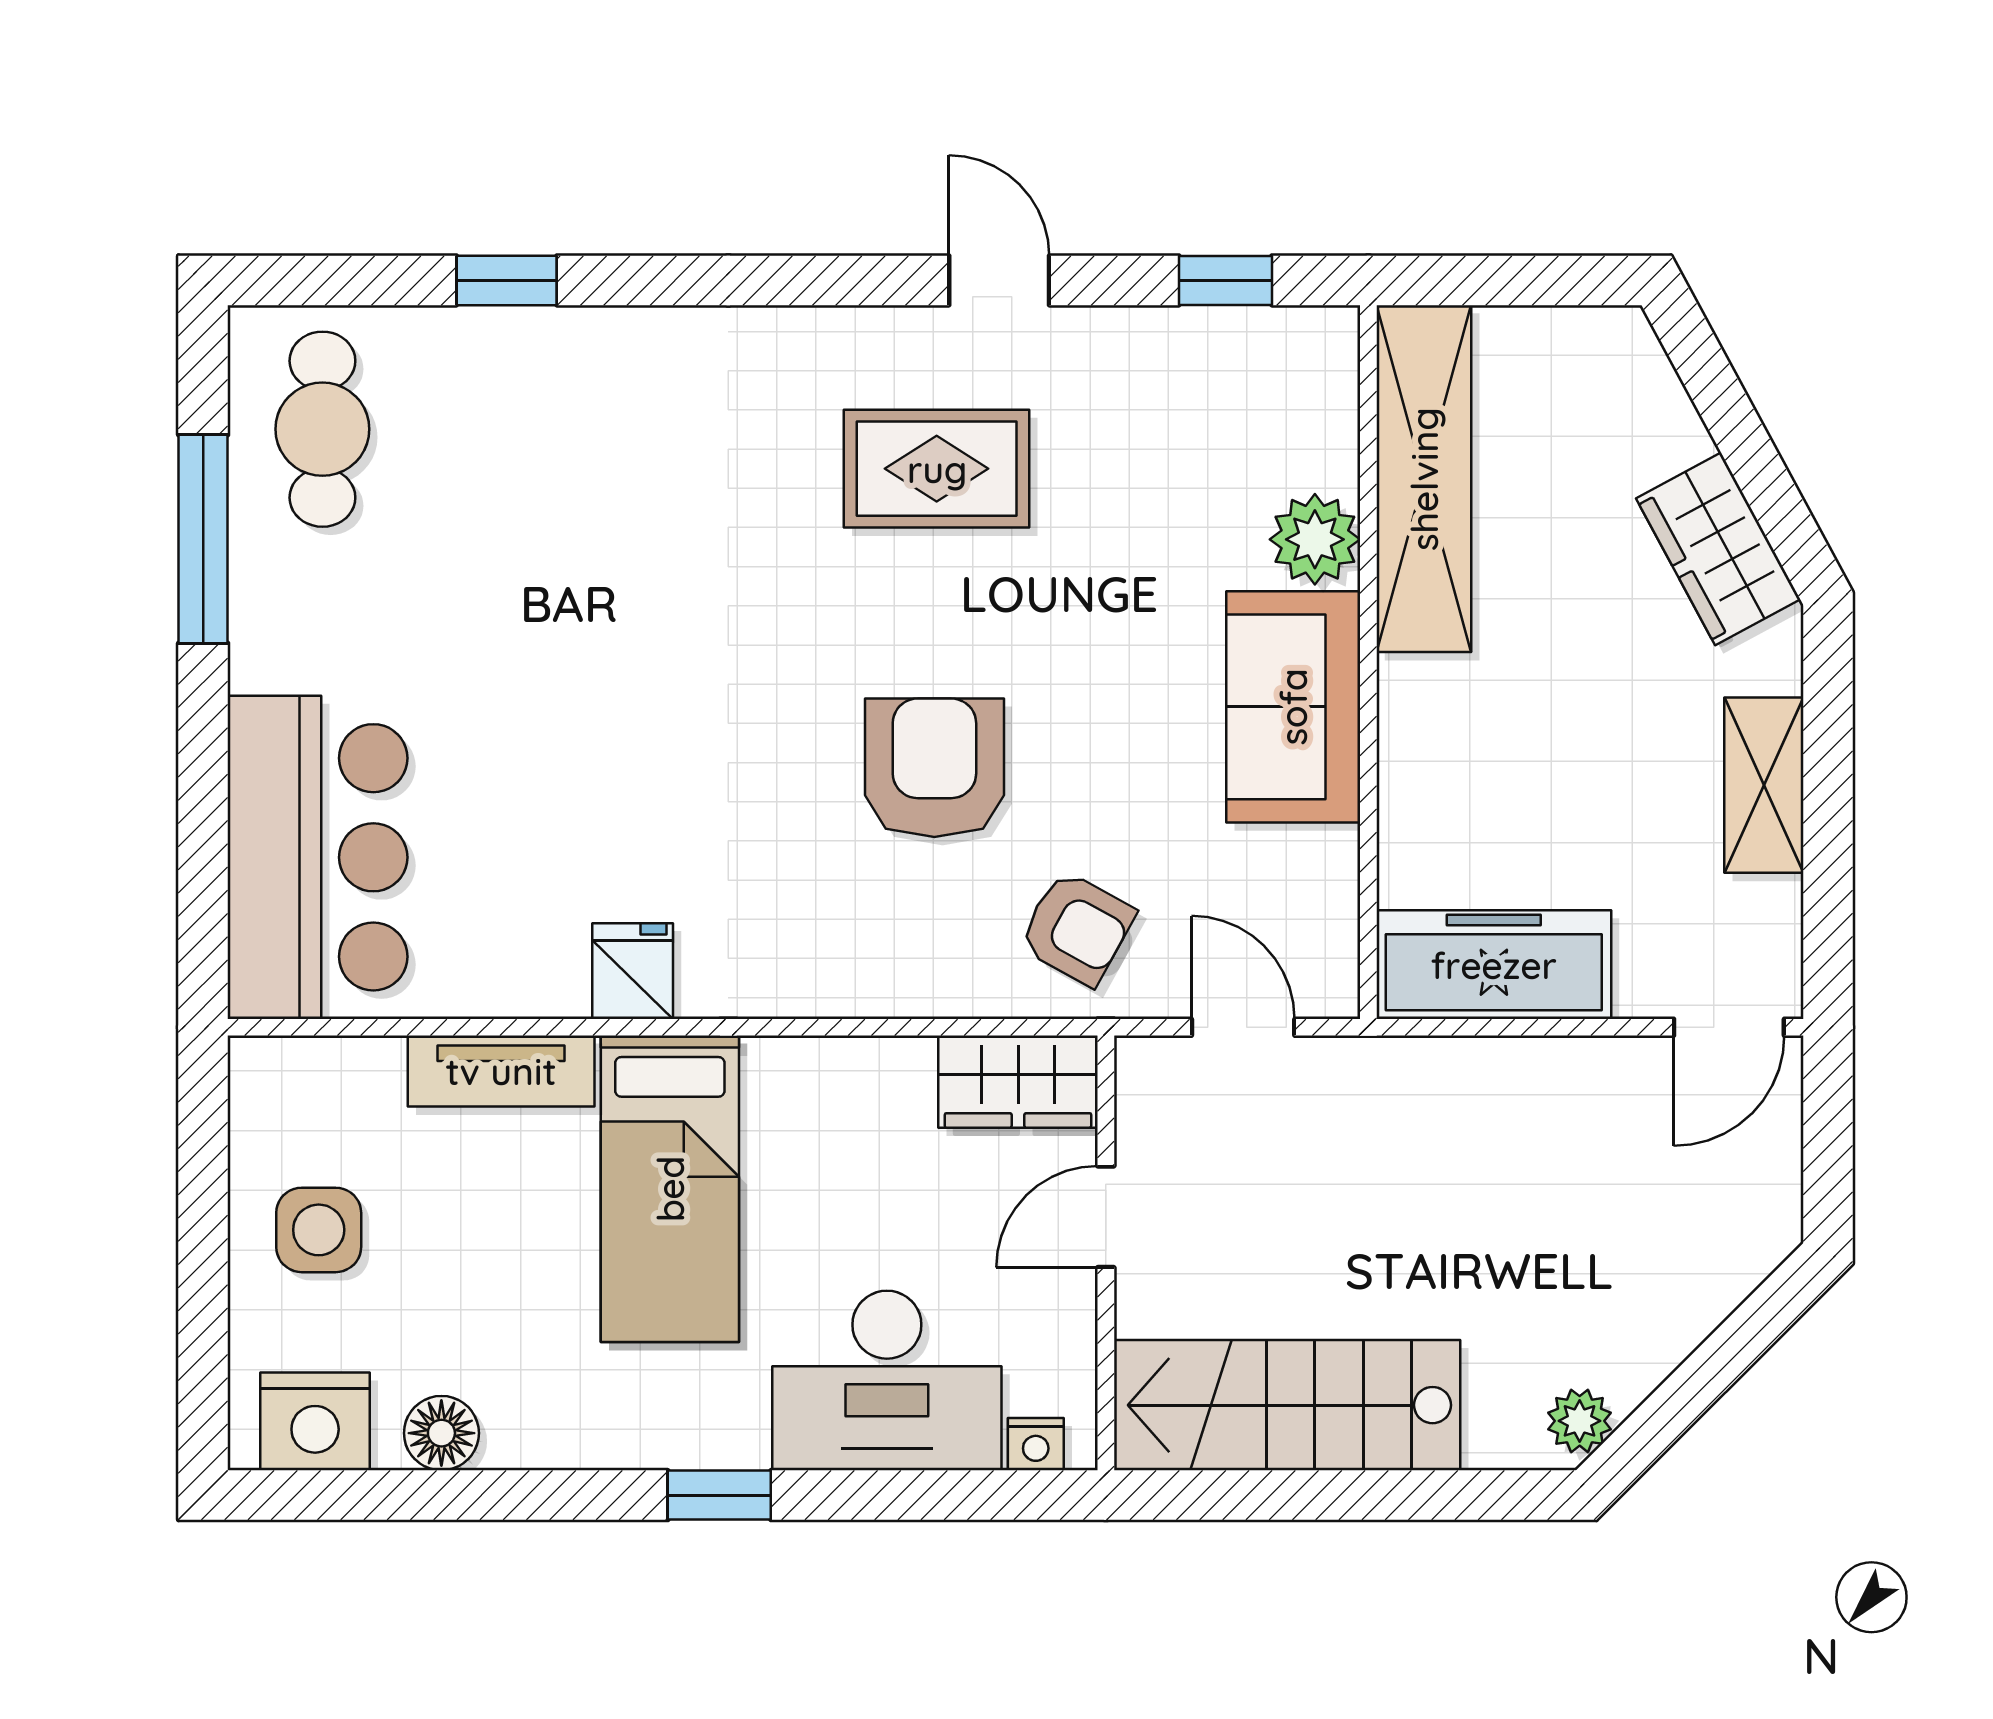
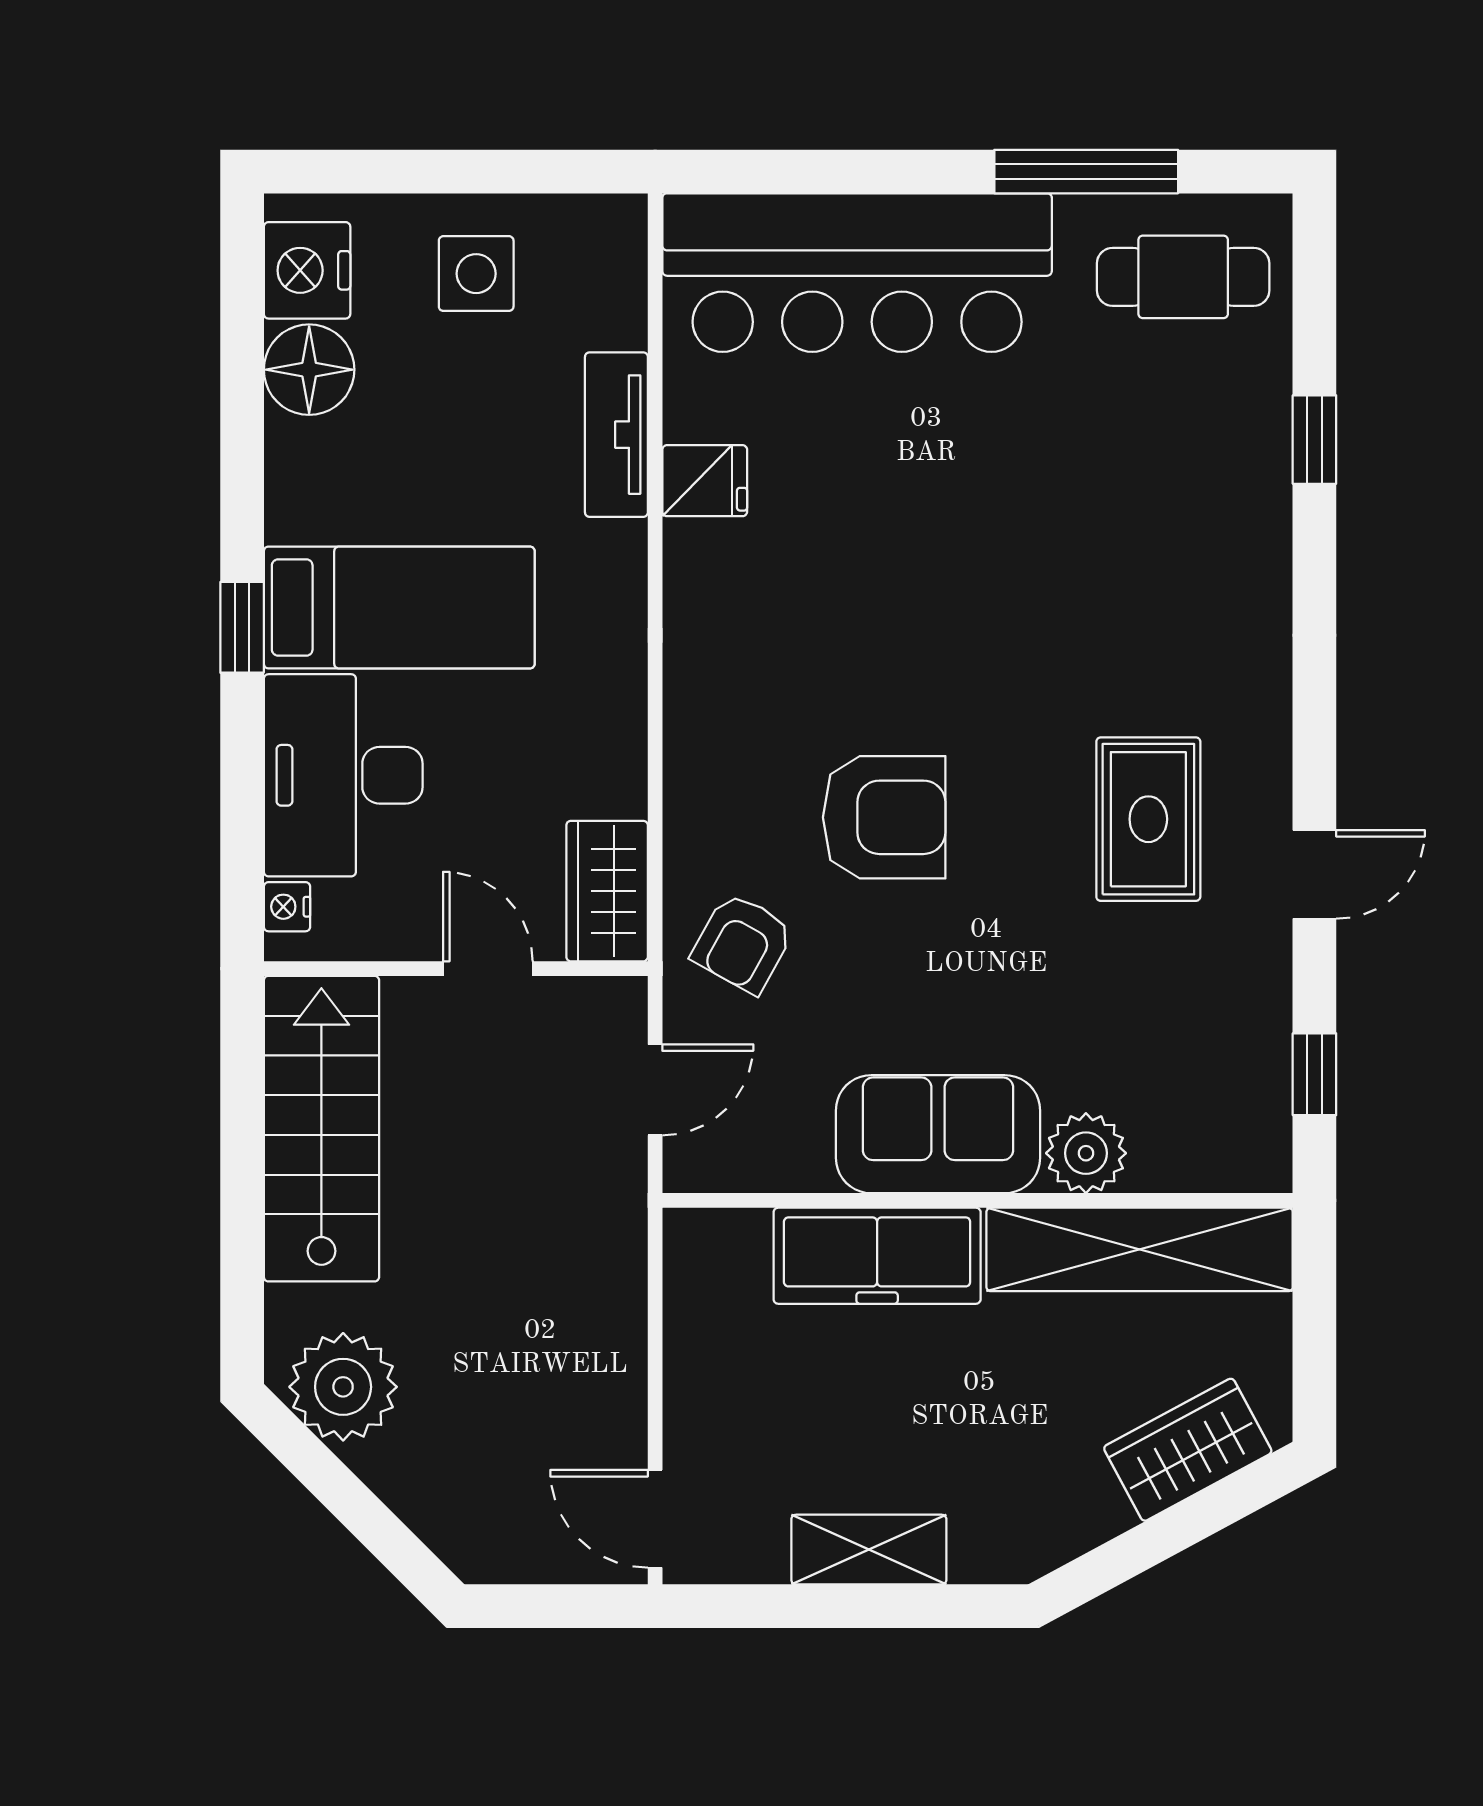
wardrobe: (1718, 549) -> (1188, 1450), moved
bar counter: (318, 857) -> (857, 273), width x1.36
freezer: (1494, 965) -> (877, 1256), moved, turned 90
fridge: (633, 971) -> (705, 481), moved
bed: (670, 1189) -> (399, 607), moved, turned 180
plant: (1580, 1421) -> (343, 1387), width x1.87, depth x1.87
floor lamp: (441, 1433) -> (309, 370), width x1.38, depth x1.38

